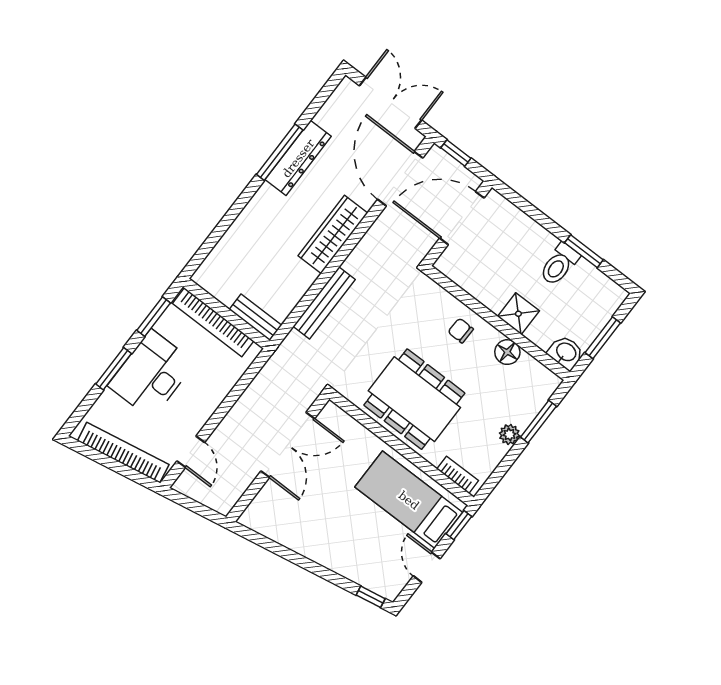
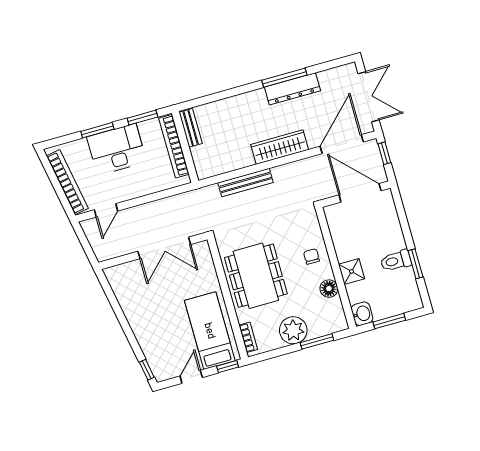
bench: (255, 317) -> (191, 128), moved
plant: (509, 434) -> (293, 330), width x1.87, depth x1.87

